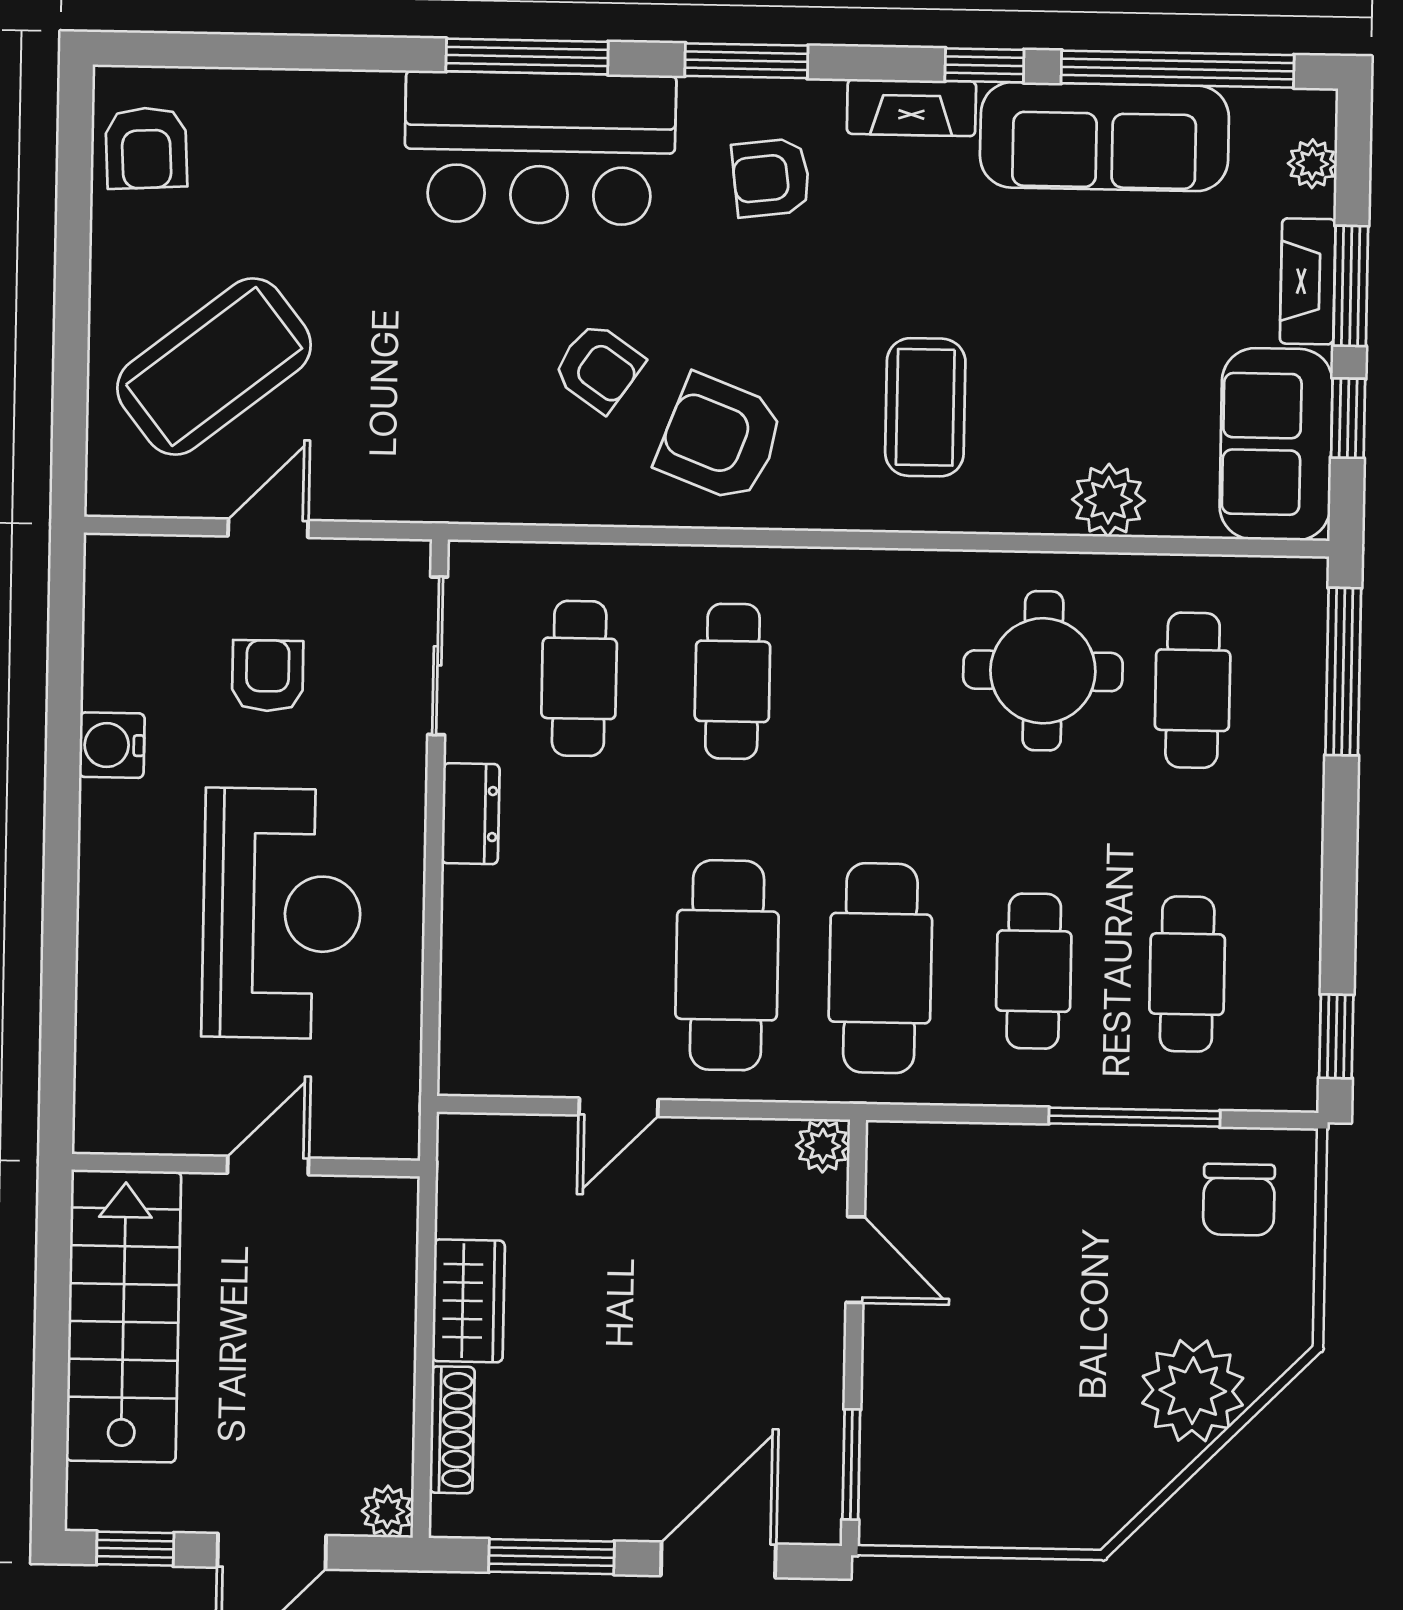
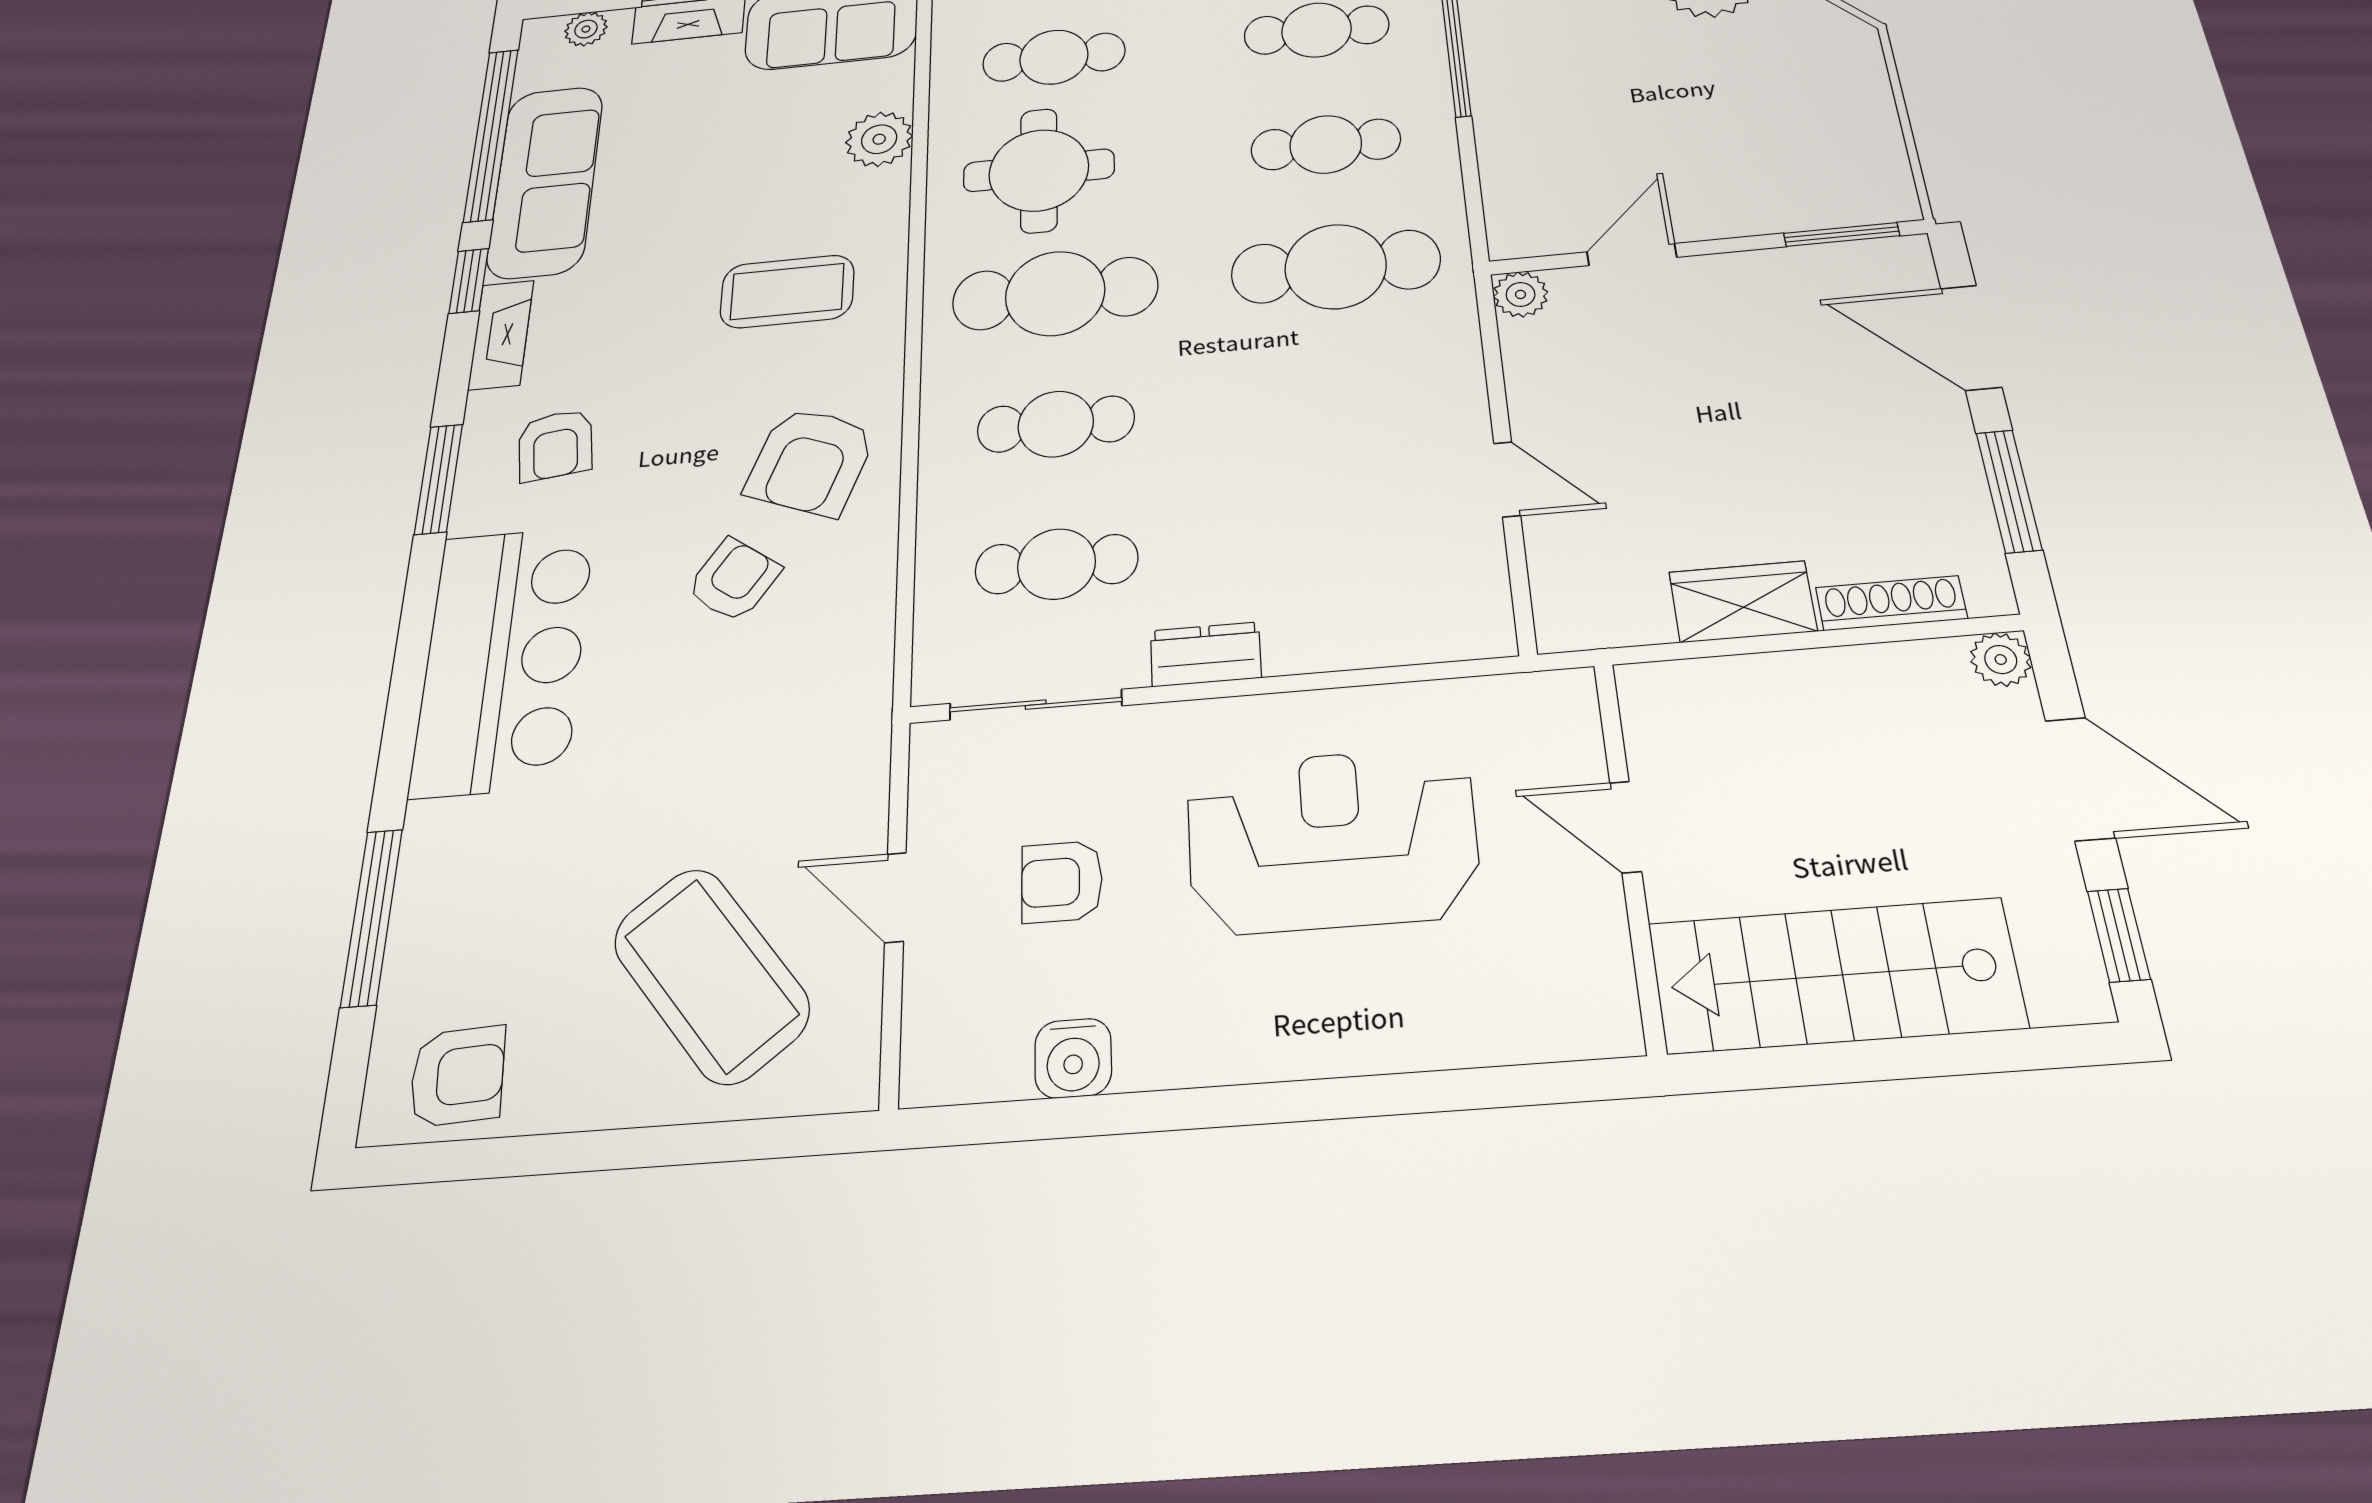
window: (527, 57) -> (372, 917), moved
water cooler: (112, 745) -> (1073, 1058), moved
cafe table: (727, 965) -> (1055, 293), moved

